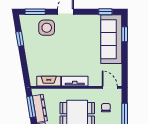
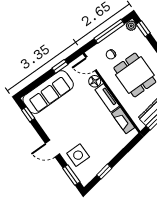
window: (125, 34) -> (60, 66), moved
floor lamp: (94, 81) -> (95, 81), added
door: (110, 87) -> (91, 64), hinge flipped

